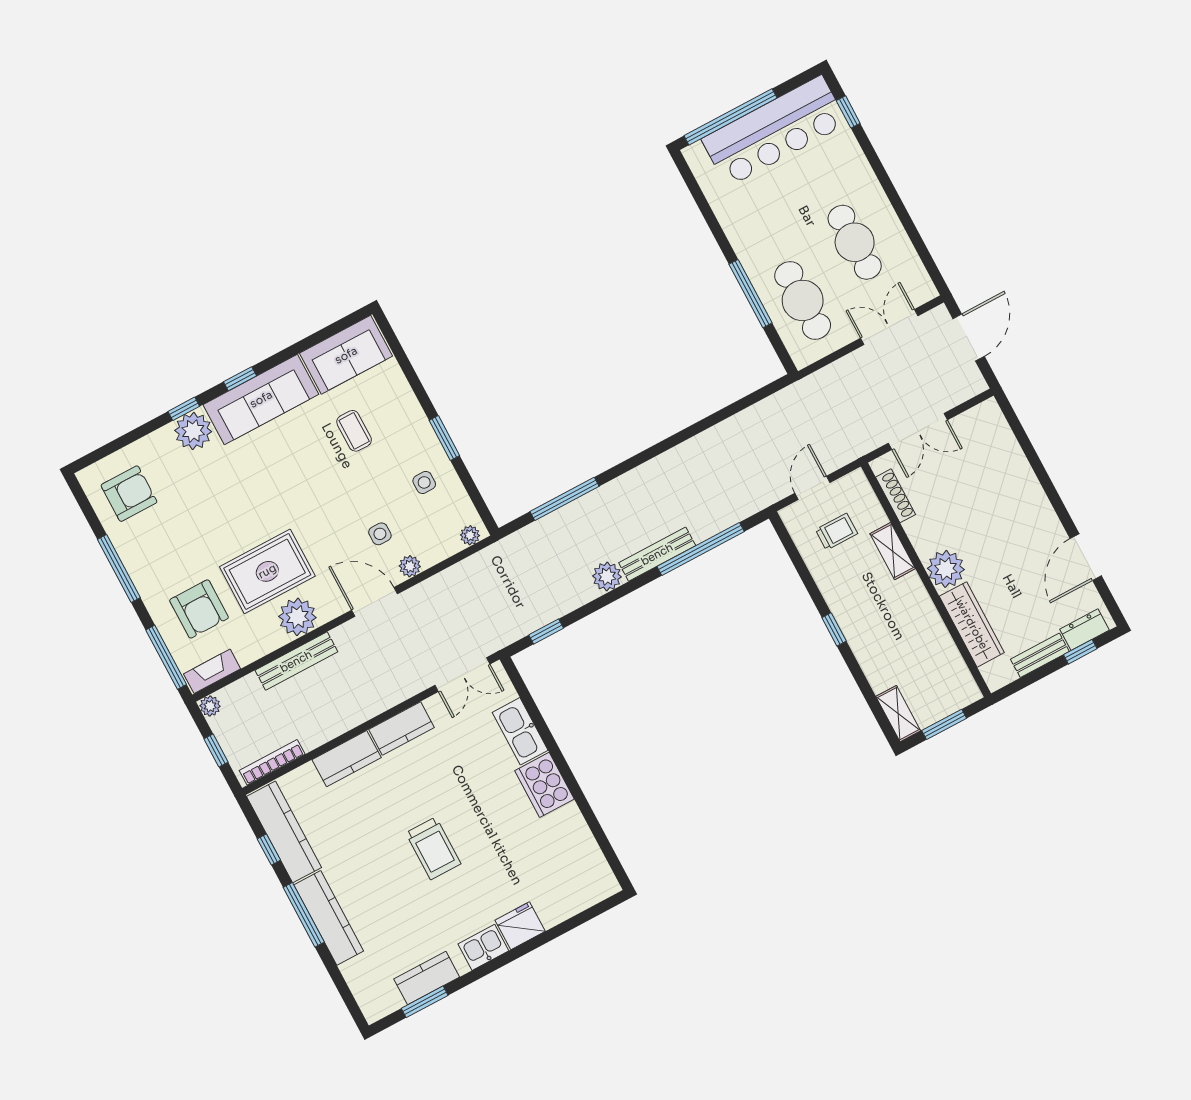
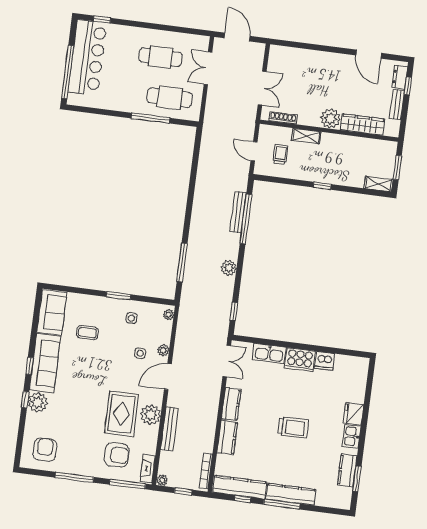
bench: (657, 554) -> (238, 212), moved
dishwasher: (569, 824) -> (324, 361), added

